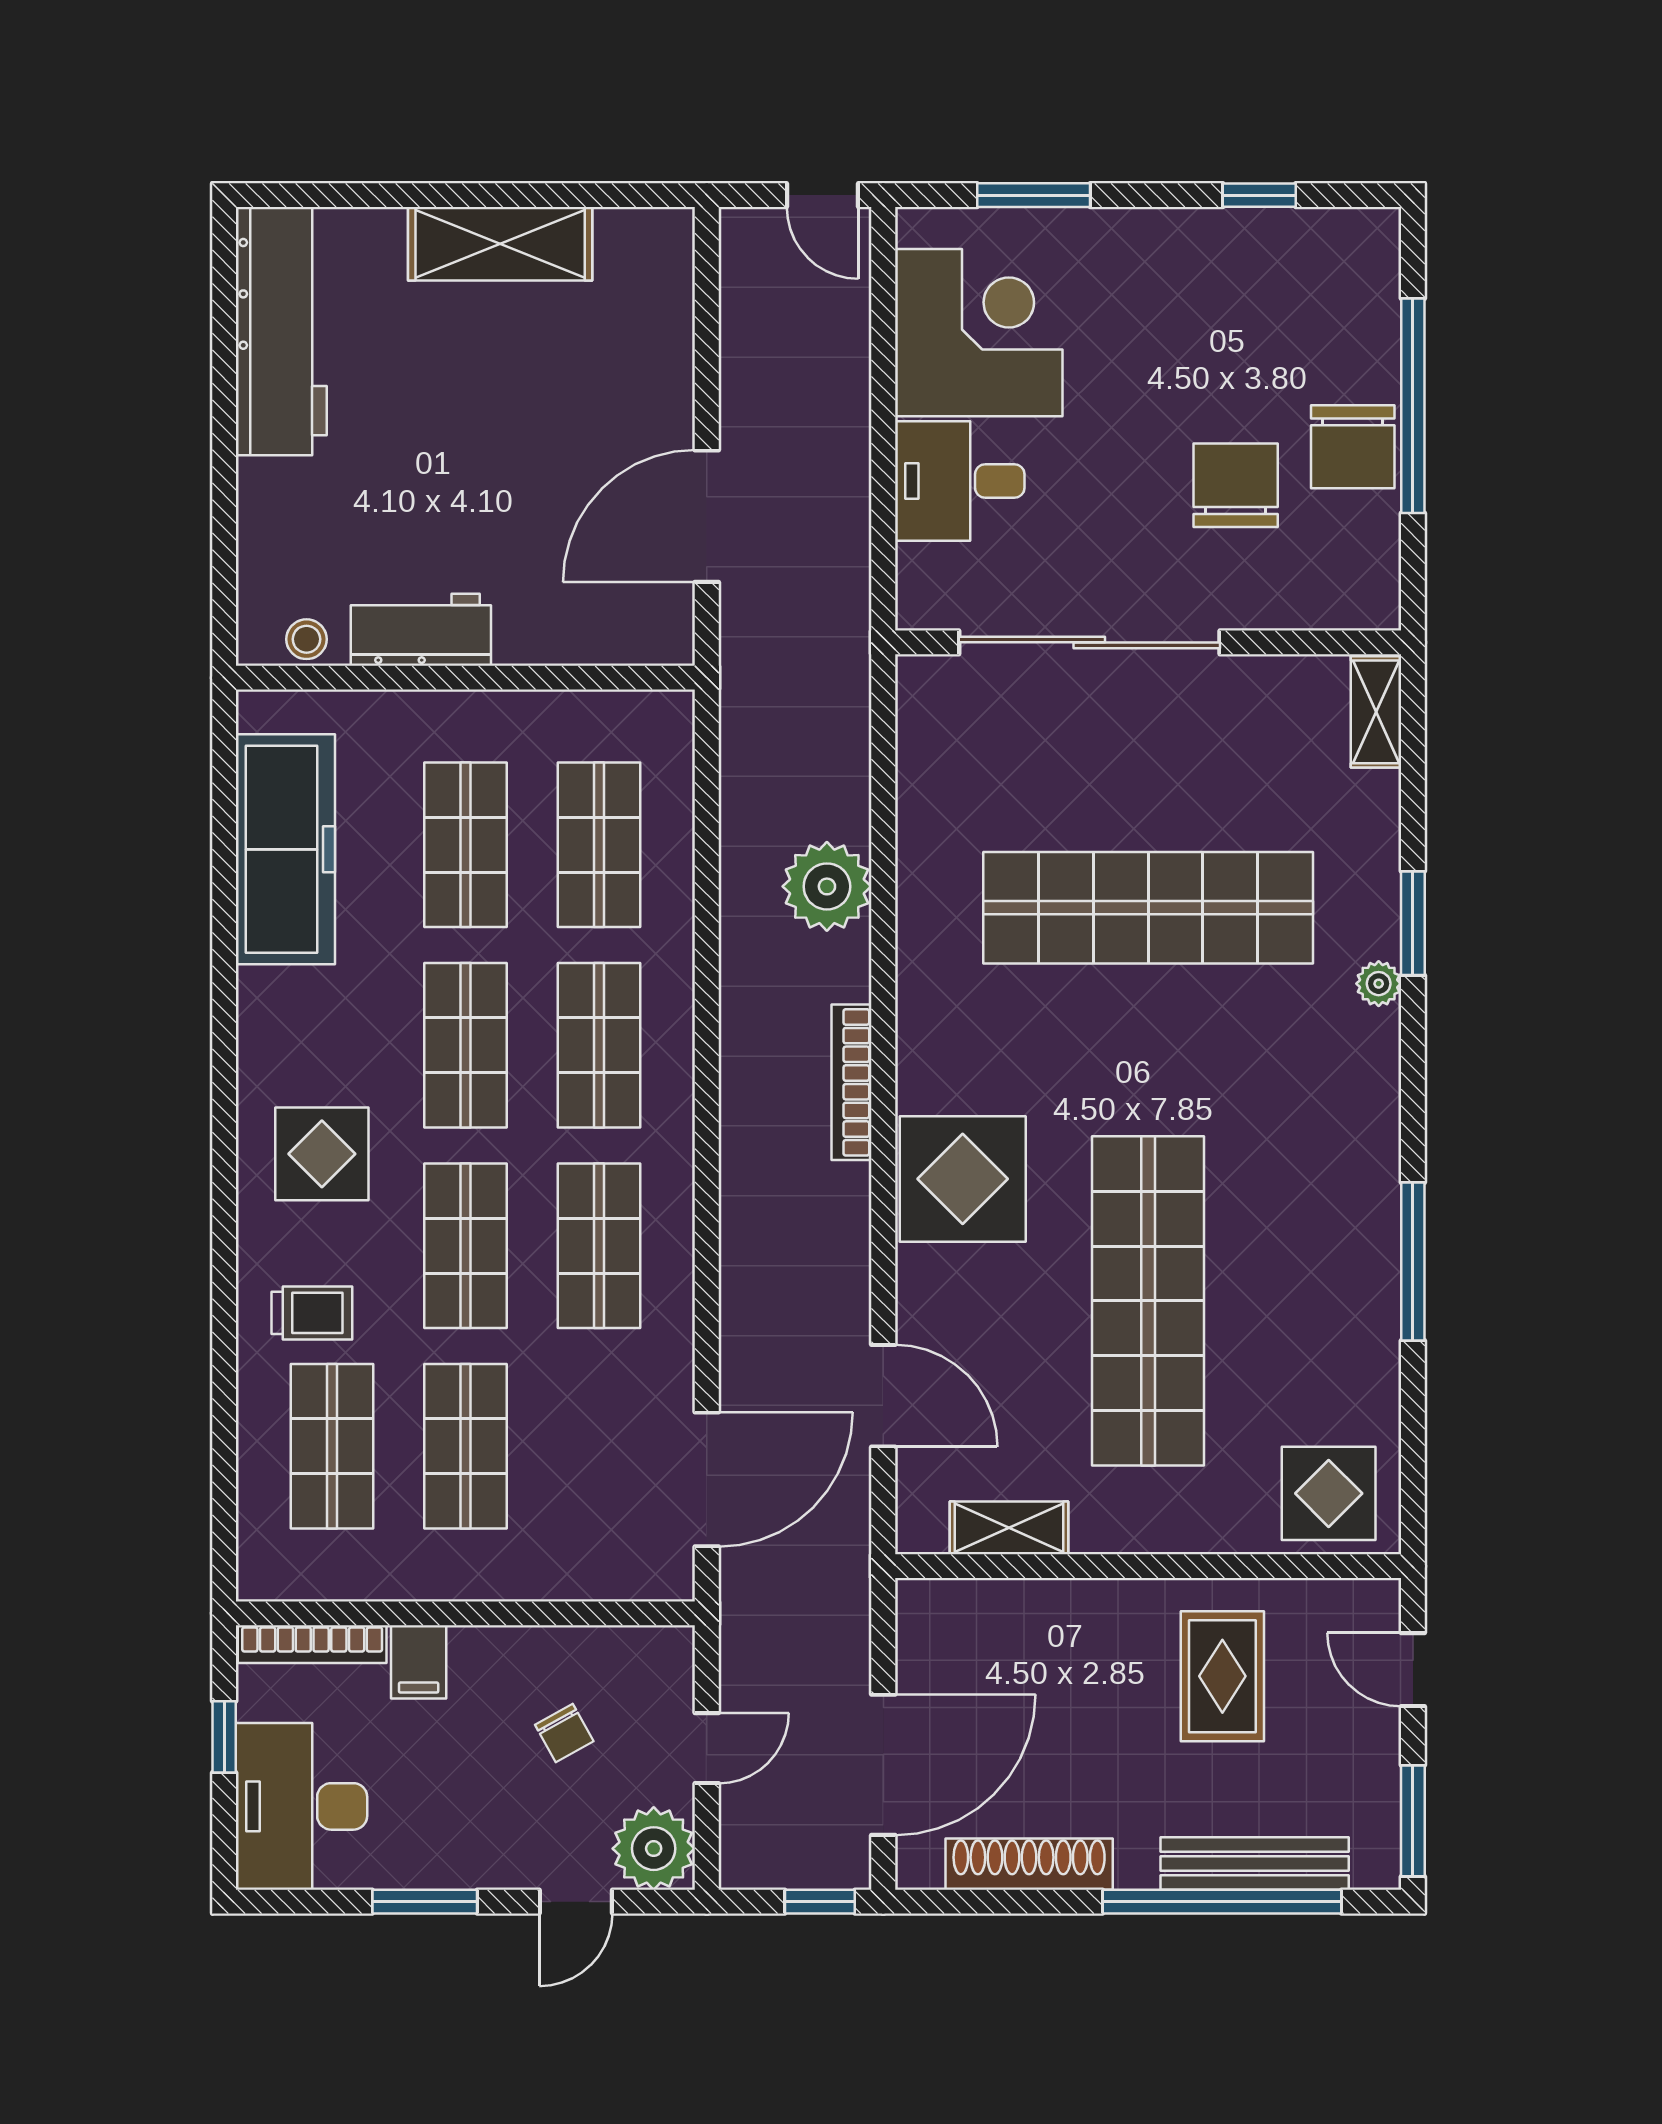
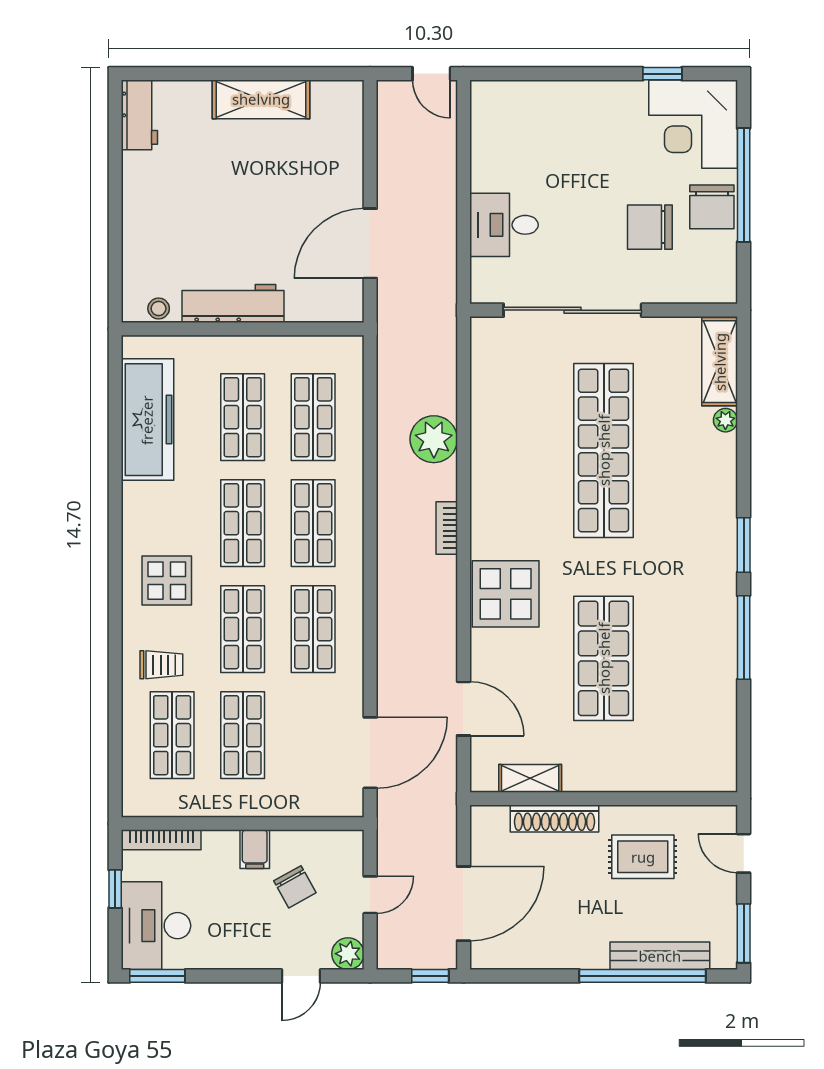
window: (1034, 195) -> (543, 74), removed
workbench: (281, 331) -> (139, 115), width x0.53, depth x0.76
corner desk: (979, 333) -> (693, 124), moved, turned 180
chair: (1236, 485) -> (650, 227), turned -90
workbench: (421, 630) -> (233, 303), width x1.38
shelving: (1376, 712) -> (720, 362), width x1.50, depth x1.33
shop shelf: (1148, 908) -> (604, 450), turned 90
window: (1413, 923) -> (744, 545), moved
plant: (1379, 984) -> (725, 420), moved
bookcase: (852, 1082) -> (447, 528), width x0.64
shop shelf: (1148, 1301) -> (604, 658), width x0.71
display table: (1329, 1493) -> (699, 760), removed
filing cabinet: (419, 1662) -> (255, 849), moved
rug: (1222, 1676) -> (643, 857), turned 90
chair: (564, 1733) -> (295, 887), width x1.37, depth x1.37
plant: (654, 1849) -> (348, 954), width x0.73, depth x0.73
shoe rack: (1029, 1864) -> (555, 818), moved, turned 180
window: (425, 1902) -> (157, 976), moved

